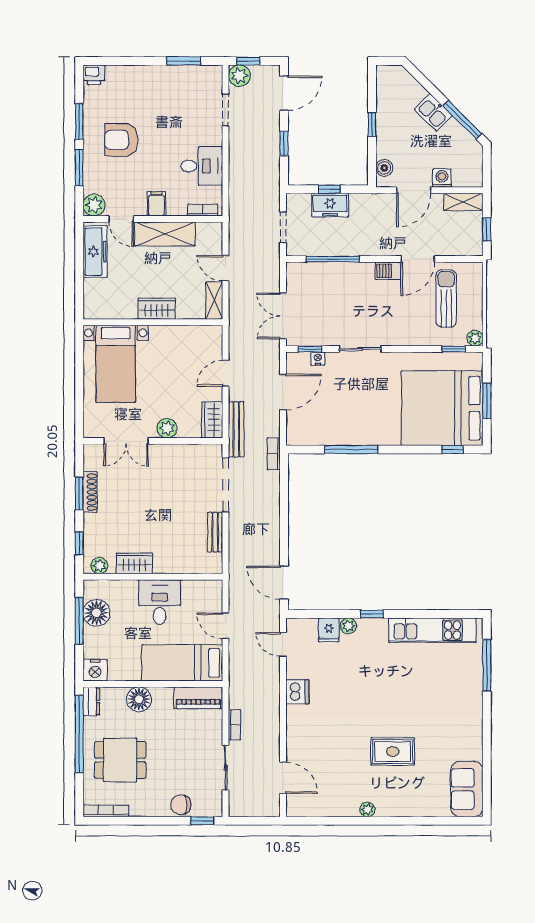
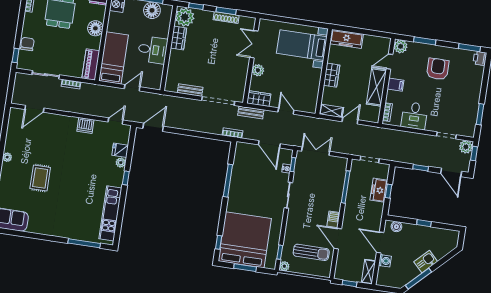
window: (79, 121) -> (469, 48), moved
freezer: (95, 252) -> (347, 39), moved
bench: (236, 429) -> (251, 112), width x0.73
plant: (99, 566) -> (185, 17), width x1.88, depth x1.88

